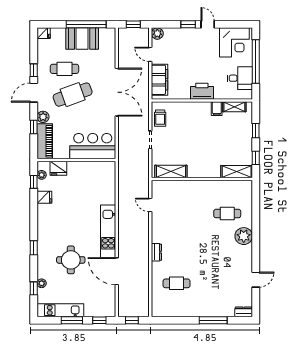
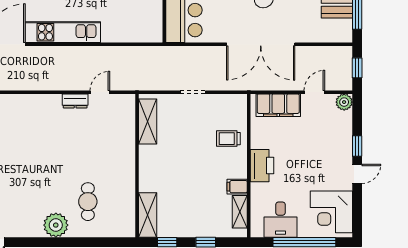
trolley: (160, 118) -> (228, 139), moved
dresser: (156, 252) -> (75, 101), moved

